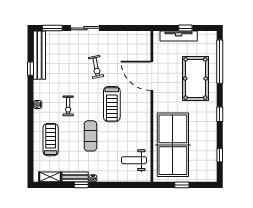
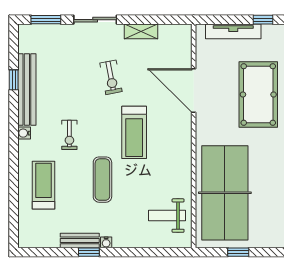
window: (185, 28) -> (263, 20), moved
bench: (39, 55) -> (27, 90), moved
shelving: (50, 177) -> (141, 31), moved

